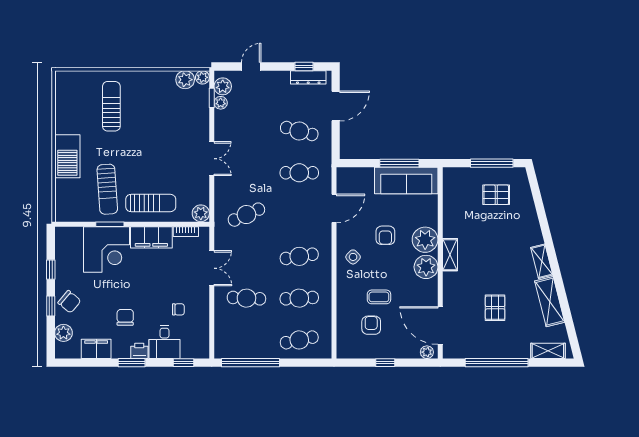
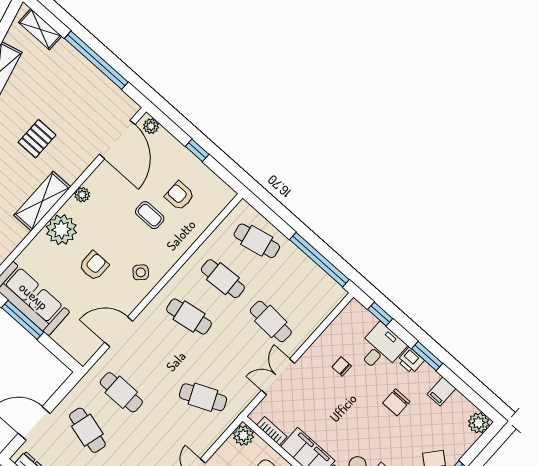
shelving: (450, 255) -> (42, 201), width x1.50, depth x1.33
plant: (426, 267) -> (82, 195), width x0.53, depth x0.53
pallet: (495, 308) -> (37, 139), moved
armchair: (371, 325) -> (180, 196), turned 90
plant: (63, 333) -> (479, 423), moved
filing cabinet: (96, 349) -> (442, 391), width x0.50

